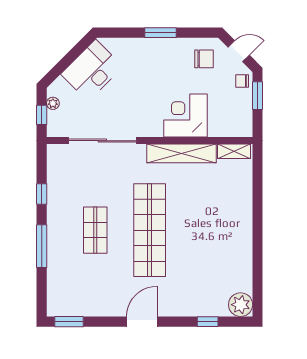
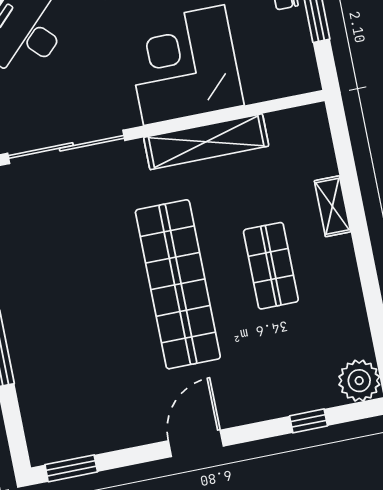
corner desk: (185, 116) -> (184, 65), width x1.36, depth x1.36
shelving: (234, 151) -> (332, 206), moved, turned 90
shop shelf: (95, 230) -> (271, 266), moved

